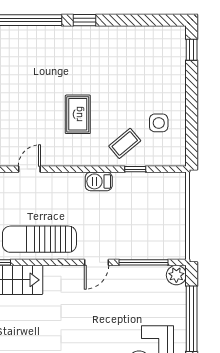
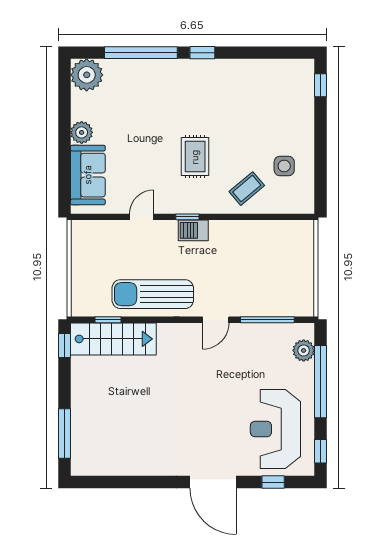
window: (135, 169) -> (187, 217), moved
barbecue: (99, 181) -> (193, 230), moved
plant: (176, 275) -> (304, 350), moved

